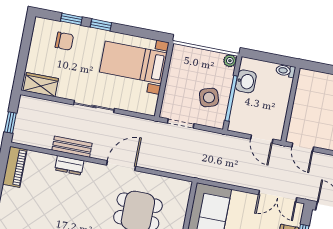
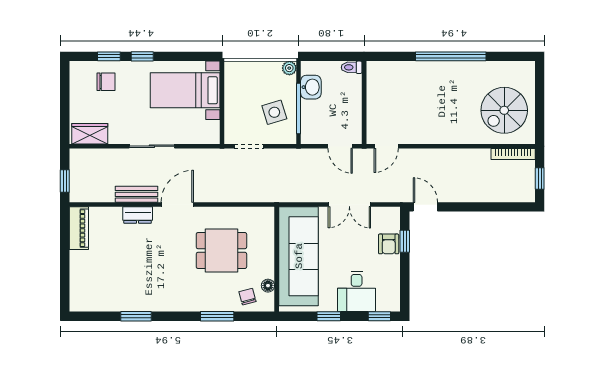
door: (303, 147) -> (386, 146), hinge flipped
door: (121, 166) -> (177, 205), moved
double door: (278, 196) -> (349, 205), moved

